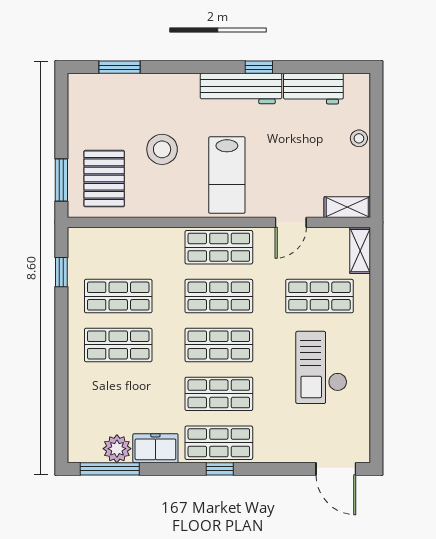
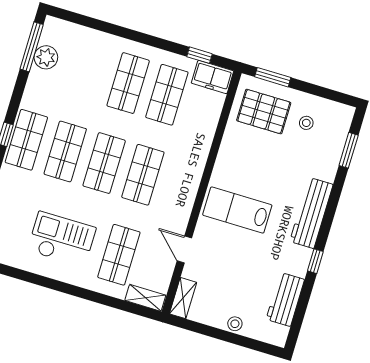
workbench: (241, 89) -> (311, 213), moved
stool: (162, 149) -> (306, 123), moved, width x0.53, depth x0.53
shop shelf: (219, 247) -> (182, 186), removed
freezer: (155, 448) -> (212, 77), moved, turned 90

